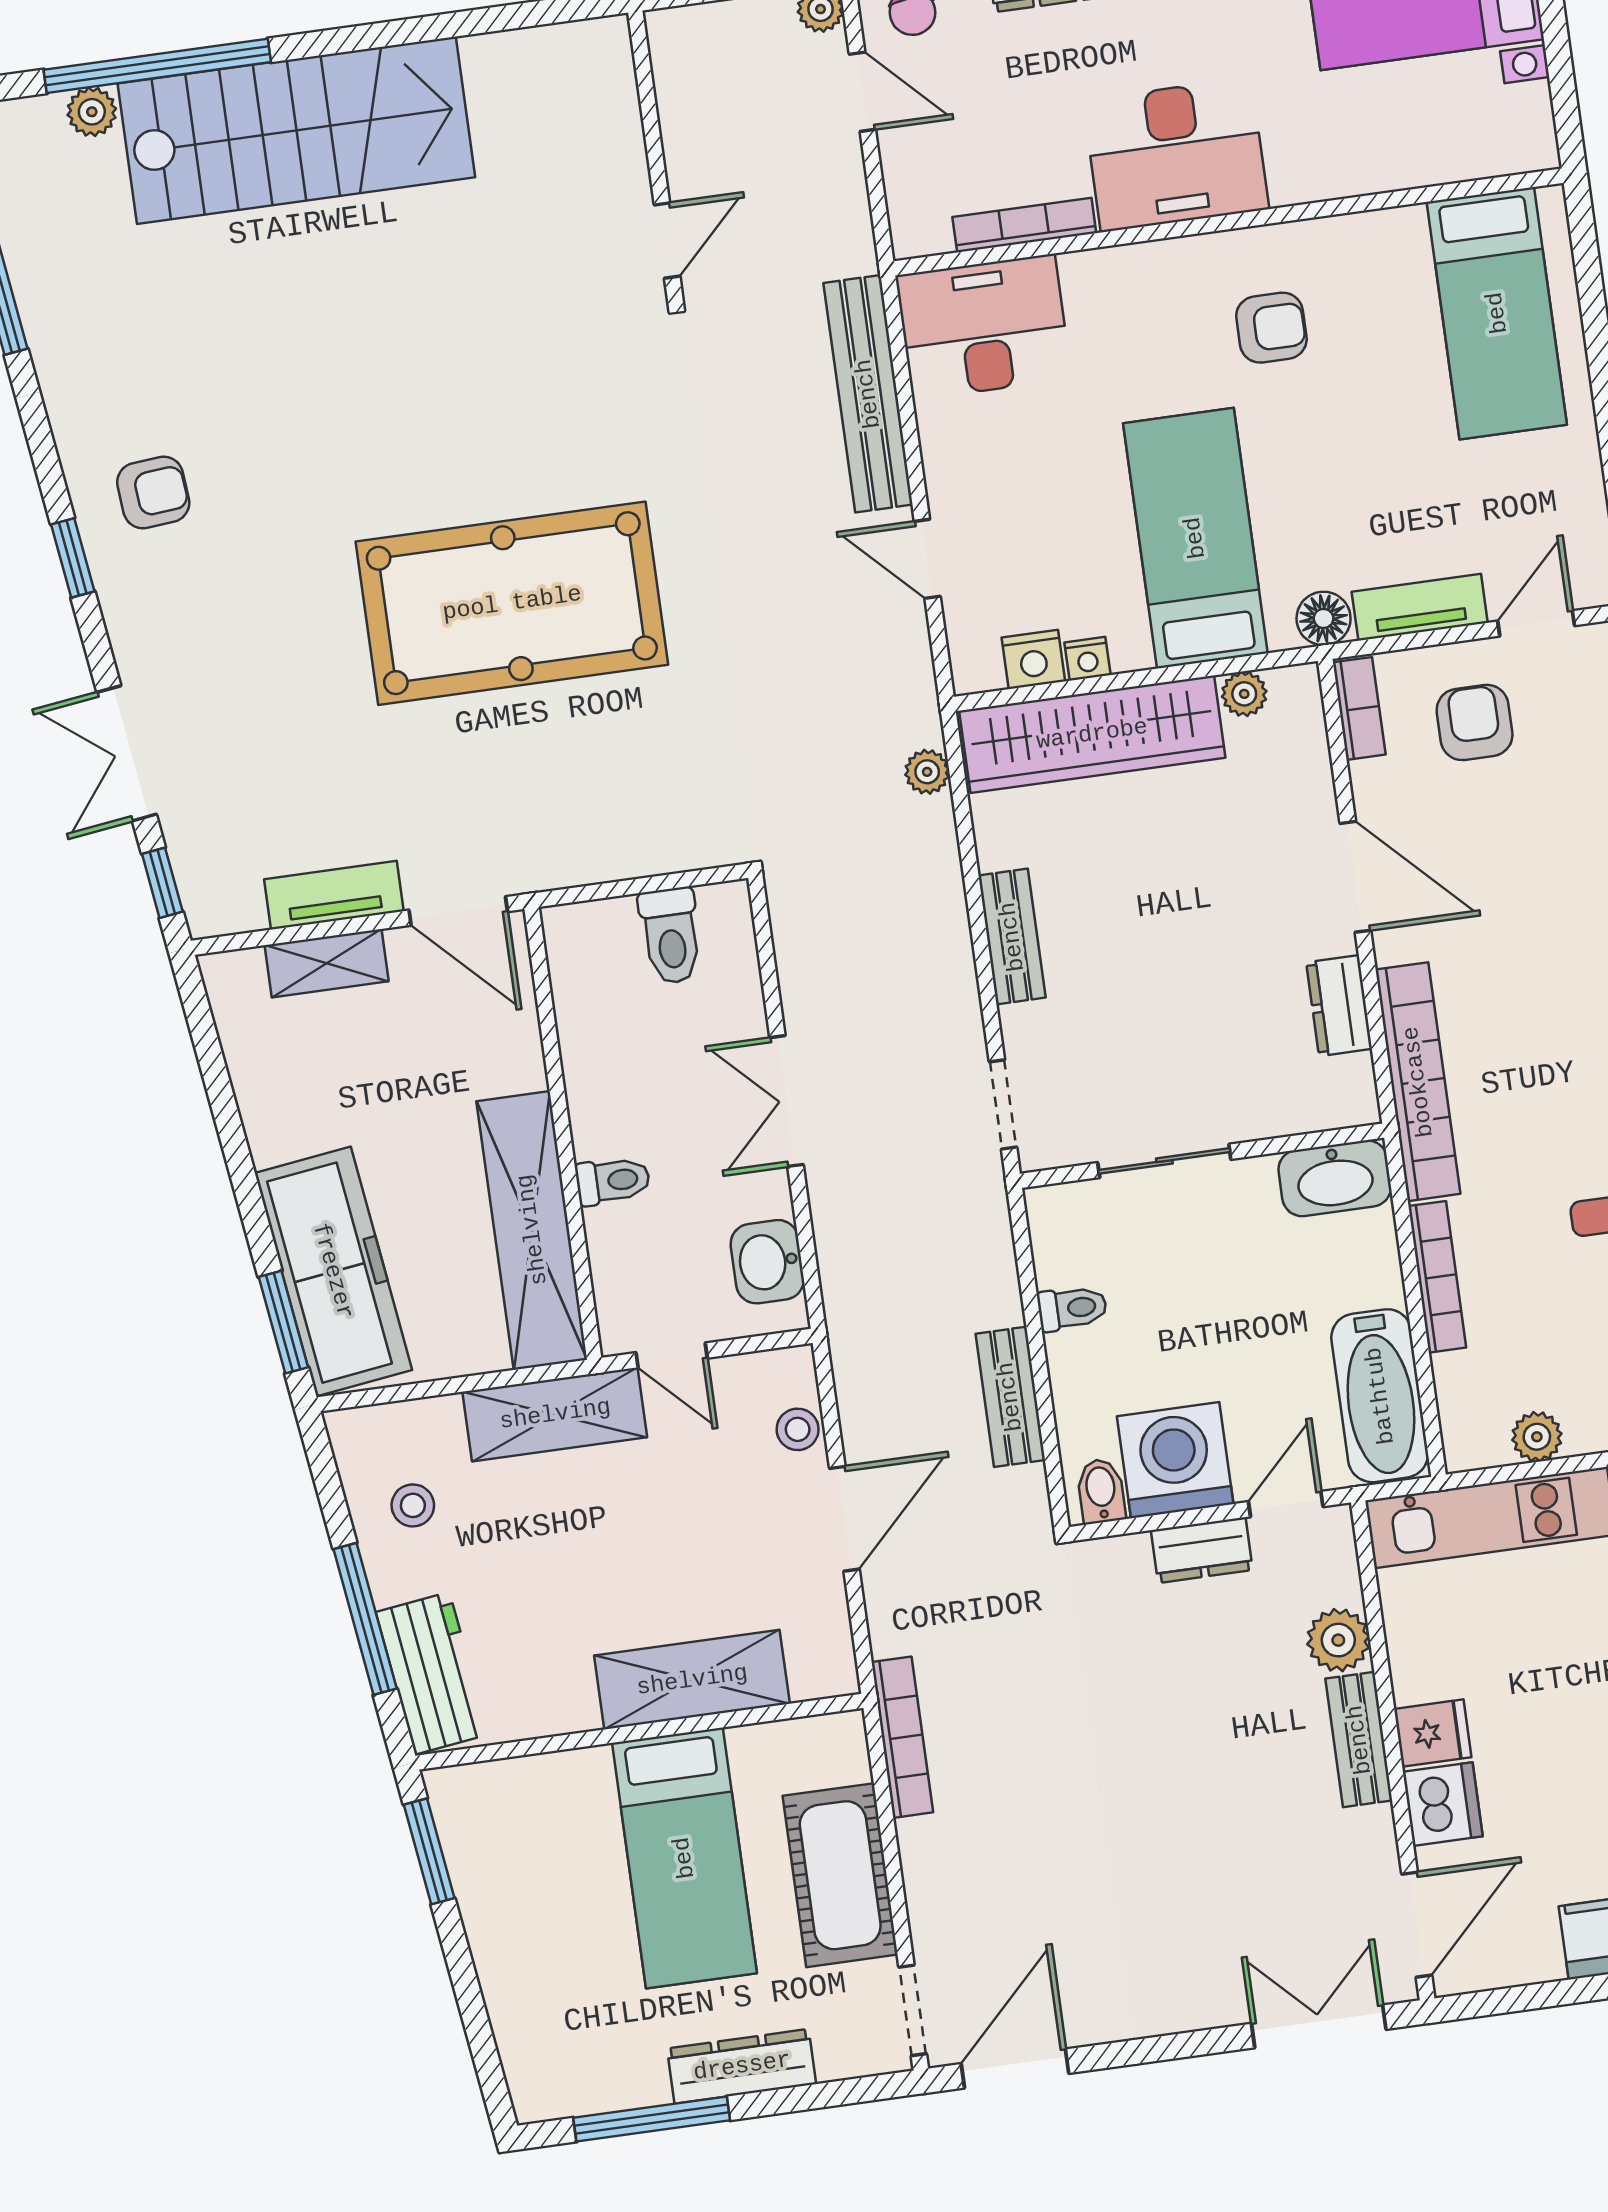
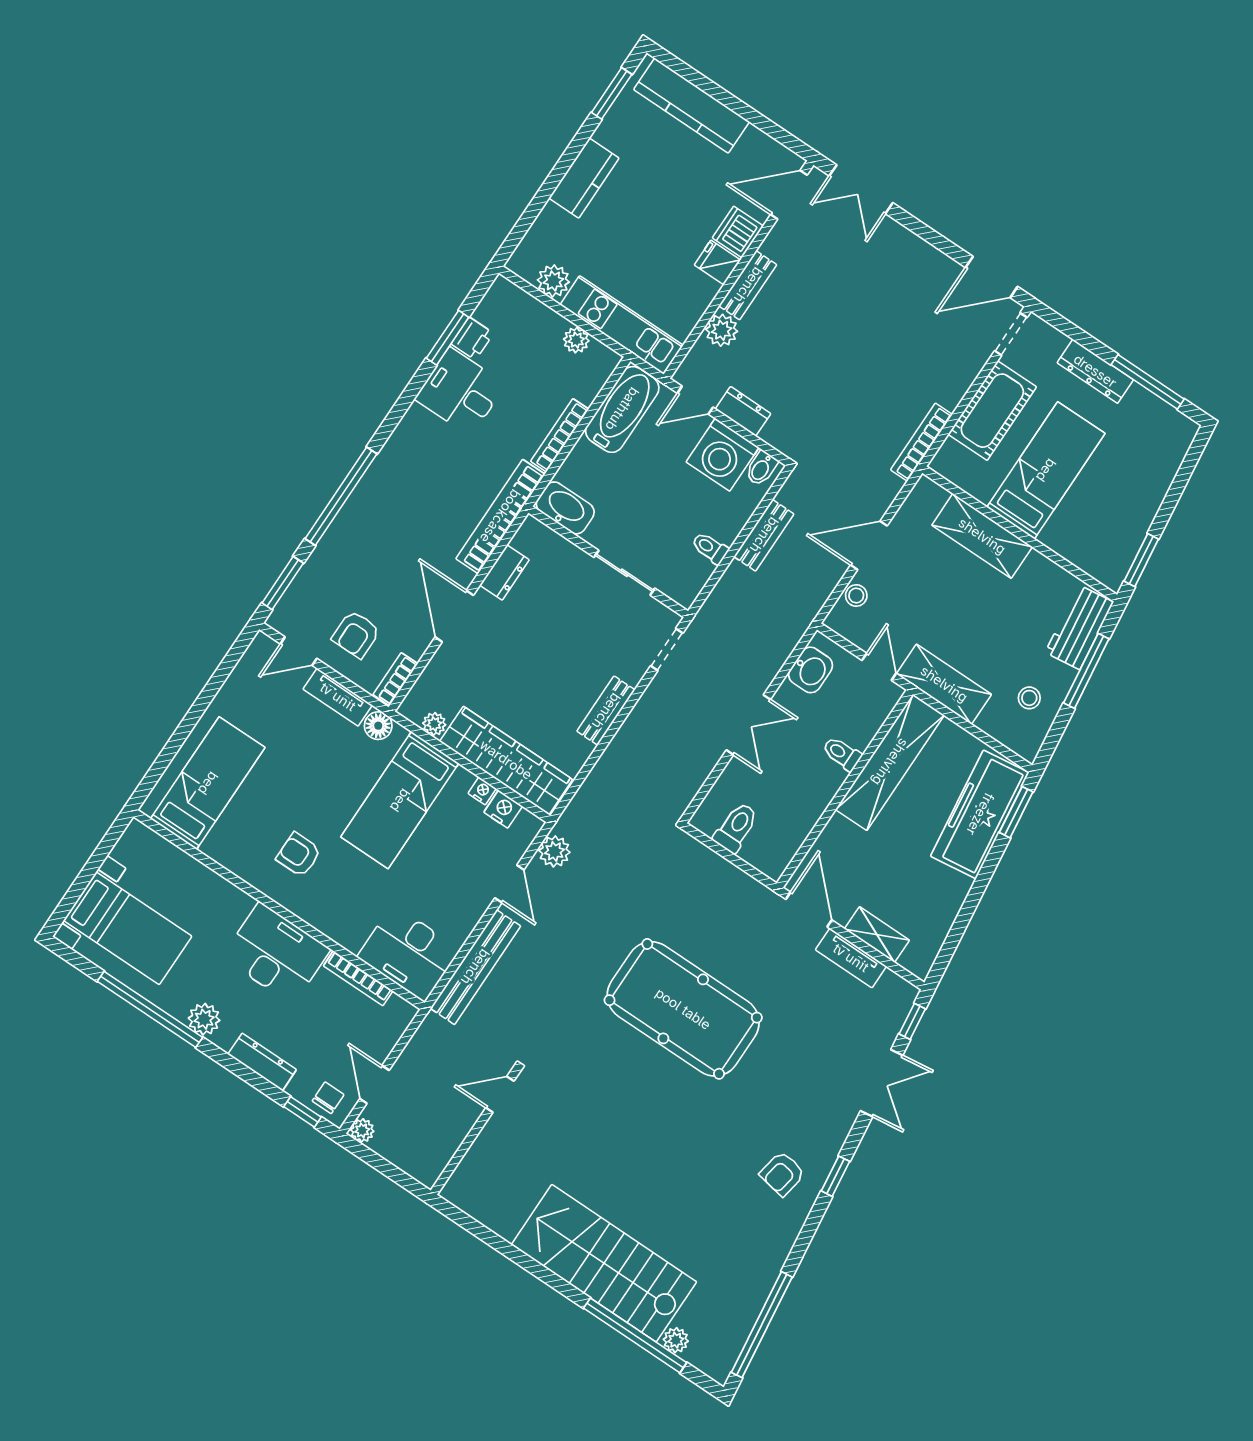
armchair: (153, 493) -> (782, 1174), turned -75
plant: (927, 772) -> (554, 851), moved, width x1.38, depth x1.38

